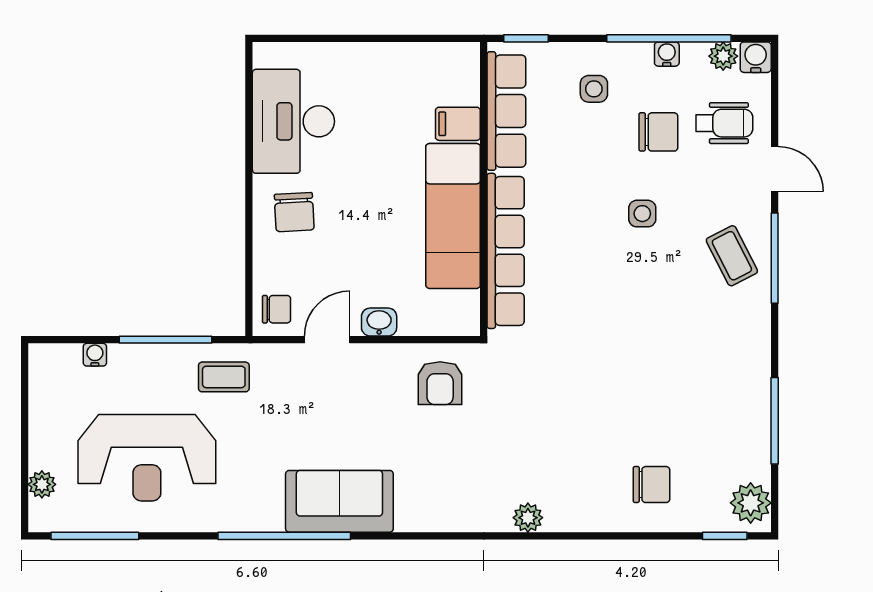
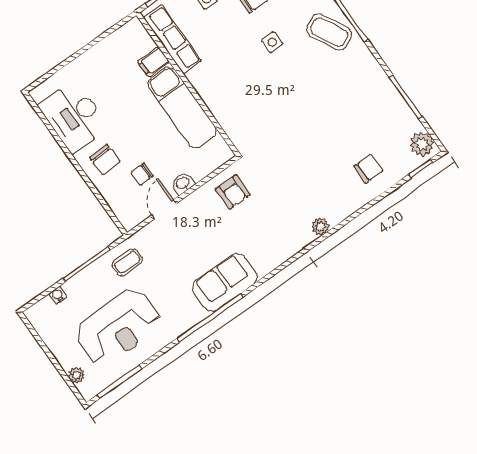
row of seats: (506, 251) -> (219, 106), removed
coffee table: (732, 256) -> (329, 32), width x1.36, depth x1.30
chair: (277, 309) -> (142, 174), moved, turned 180

